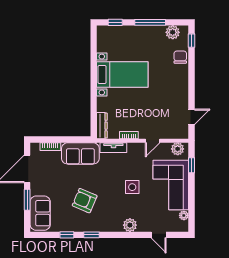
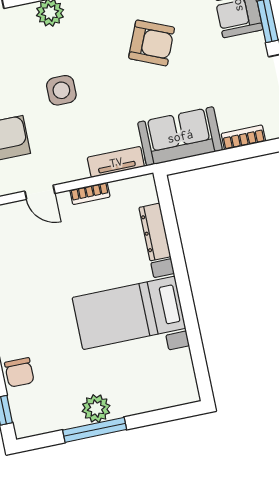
window: (115, 22) -> (165, 415), removed
plant: (173, 32) -> (96, 409), moved
dresser: (102, 126) -> (155, 232), moved
door: (153, 141) -> (40, 192), swing flipped

